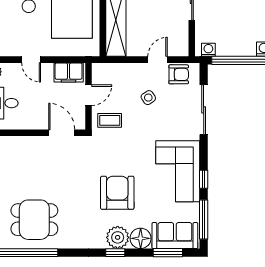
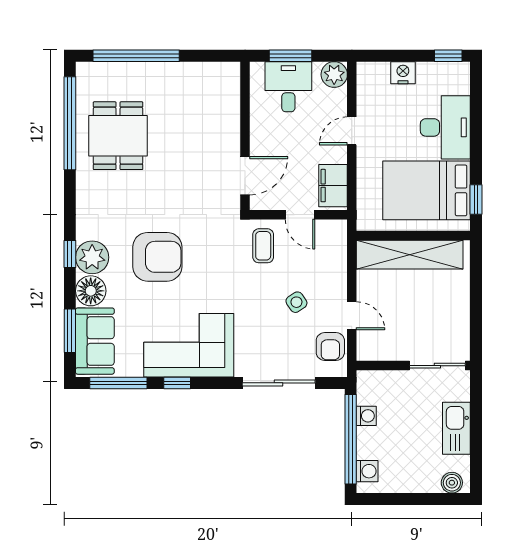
washing machine: (208, 50) -> (366, 416), moved

